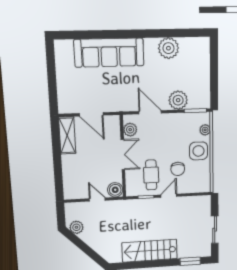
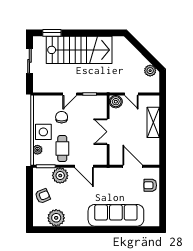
plant: (168, 48) -> (56, 218), moved
armchair: (199, 75) -> (43, 196), added
armchair: (68, 92) -> (150, 185), added
plant: (130, 130) -> (101, 152), removed
shelving: (67, 135) -> (153, 122), moved
cafe table: (151, 175) -> (62, 149), moved
stairs: (150, 251) -> (79, 50), width x1.36, depth x1.51

